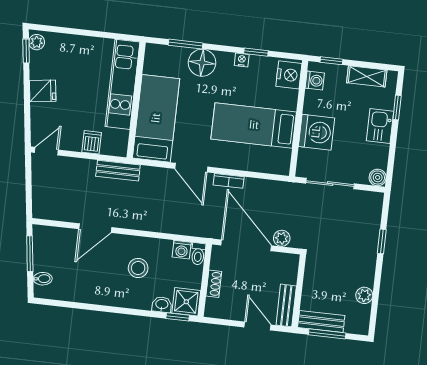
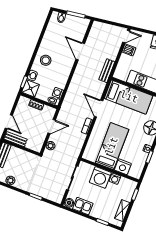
nightstand: (289, 75) -> (123, 167), moved
washing machine: (315, 81) -> (115, 179), moved
kitchen sink: (380, 126) -> (83, 206), moved
dishwasher: (92, 142) -> (129, 50), moved
door: (46, 151) -> (126, 37), hinge flipped
door: (191, 168) -> (99, 109), hinge flipped
door: (246, 245) -> (52, 127), width x0.53
stool: (138, 268) -> (46, 60), moved
door: (258, 326) -> (9, 122), hinge flipped

